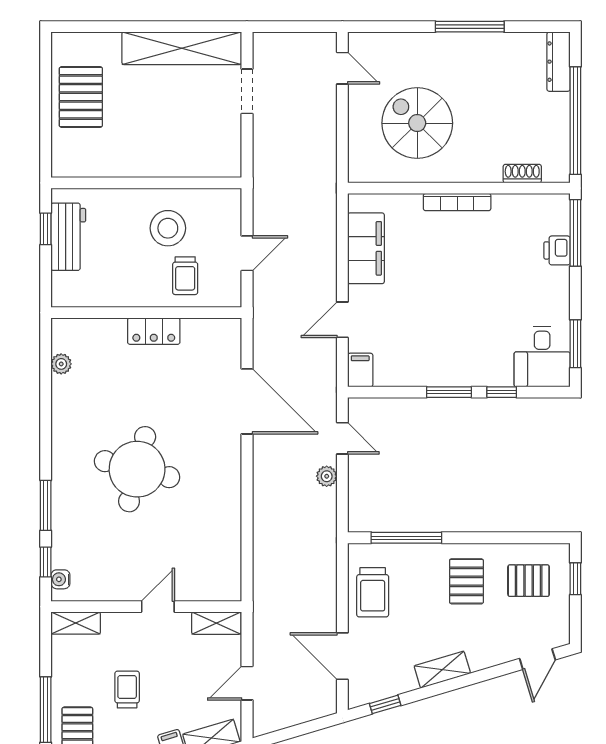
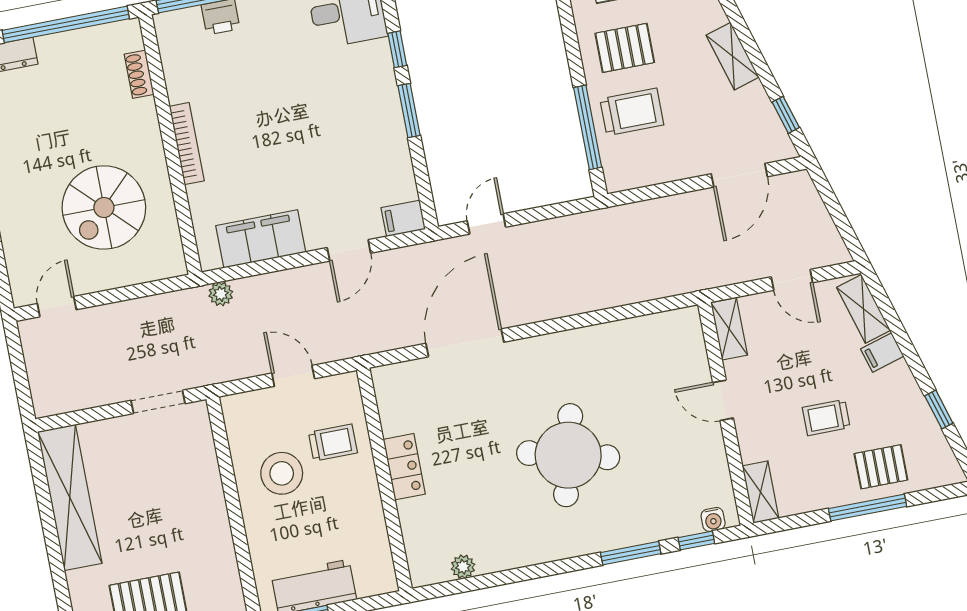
doorway: (247, 91) -> (158, 402), moved
door: (342, 320) -> (349, 250), hinge flipped
plant: (327, 476) -> (221, 294), moved
trolley: (373, 592) -> (632, 112), moved

